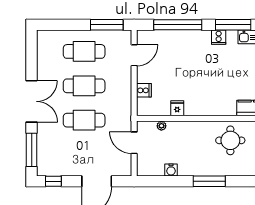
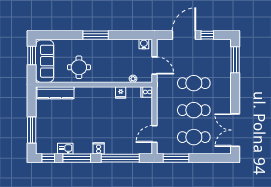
cooker: (219, 37) -> (99, 148), moved
cooker: (144, 90) -> (147, 92), moved
double door: (32, 101) -> (235, 130), moved
water cooler: (171, 170) -> (144, 44), moved
window: (53, 181) -> (207, 35), moved

